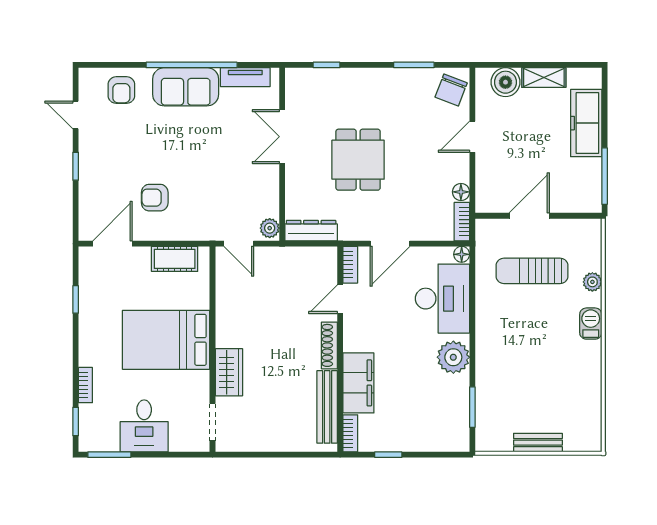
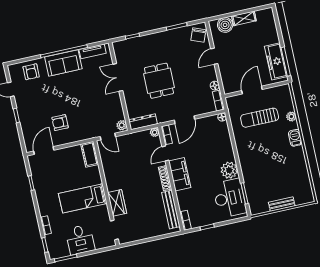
freezer: (586, 123) -> (276, 61), moved
plant: (329, 255) -> (155, 132), added
cot: (175, 259) -> (90, 154), moved, turned 90
desk: (442, 299) -> (230, 198), moved
bed: (166, 340) -> (83, 198), width x0.67
filing cabinet: (358, 383) -> (180, 174), moved

